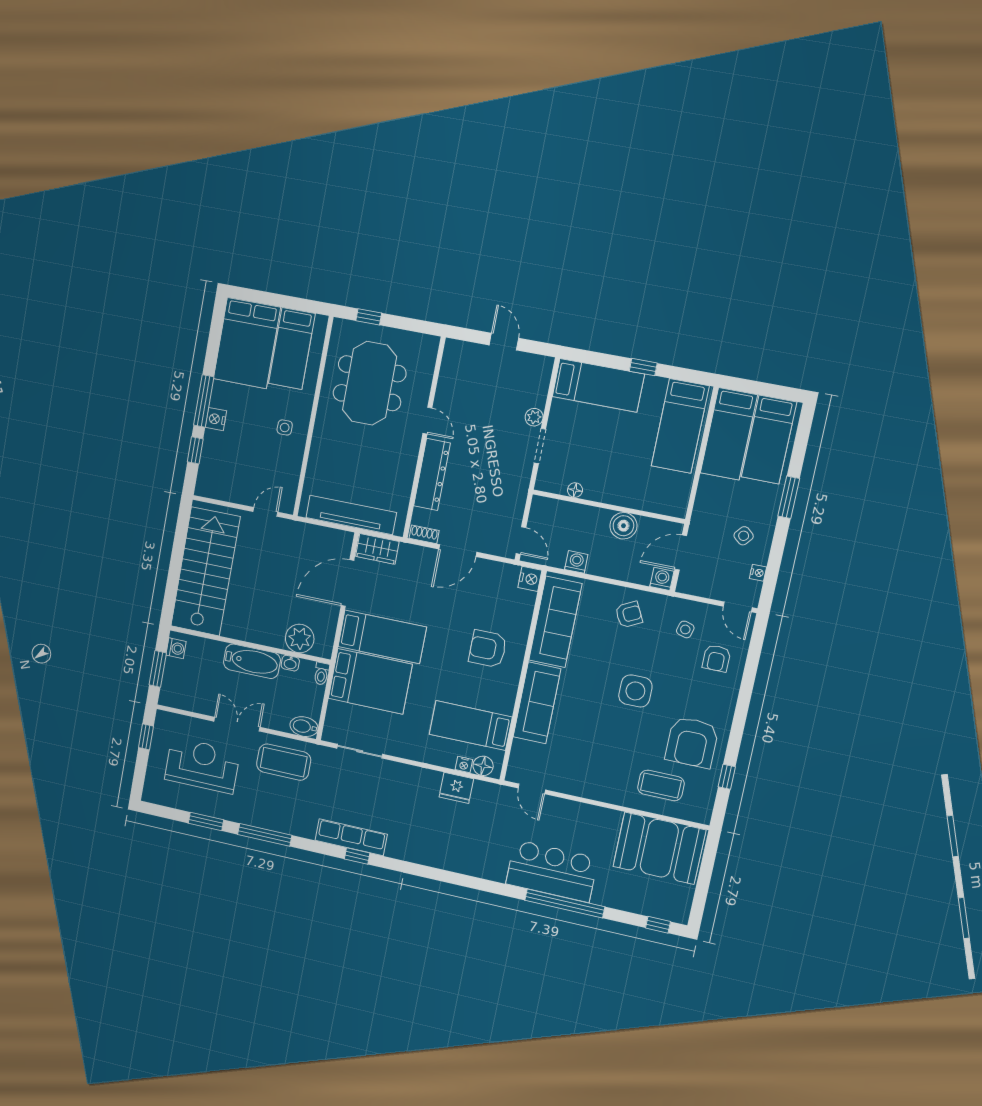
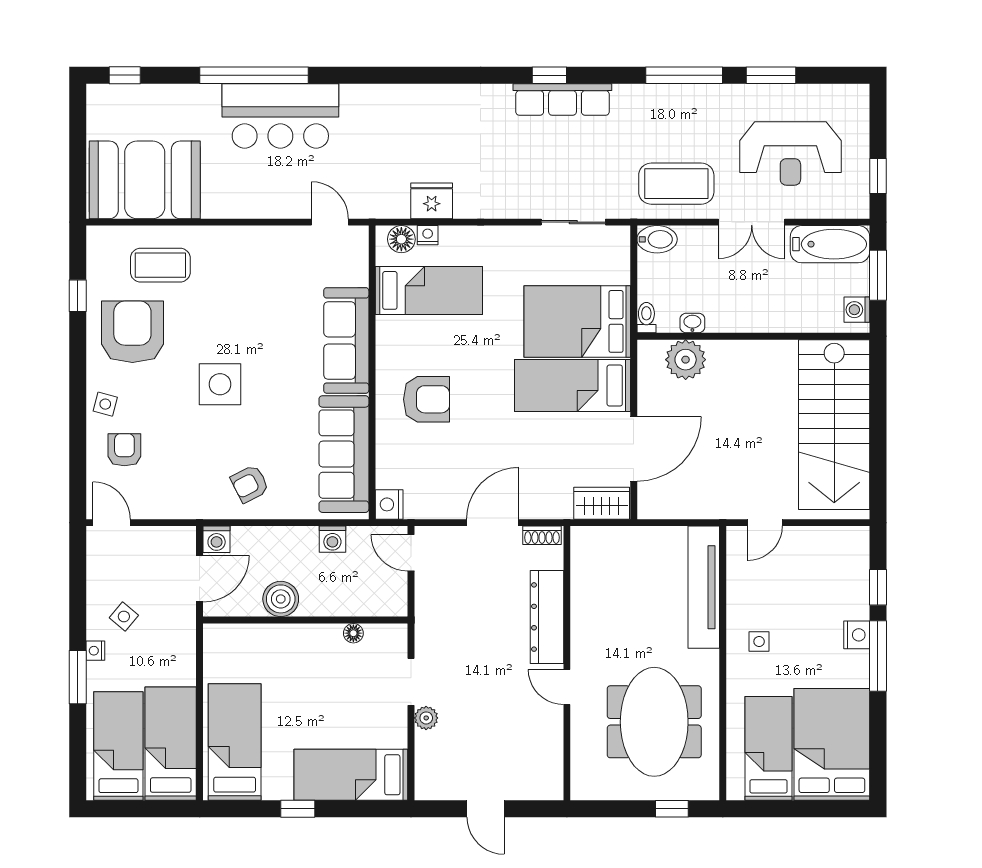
tv unit: (351, 515) -> (704, 587), moved, turned 90
nightstand: (758, 573) -> (95, 651), moved
side table: (685, 629) -> (105, 404), moved
bathtub: (252, 661) -> (830, 244), moved, turned 180

